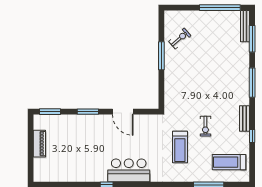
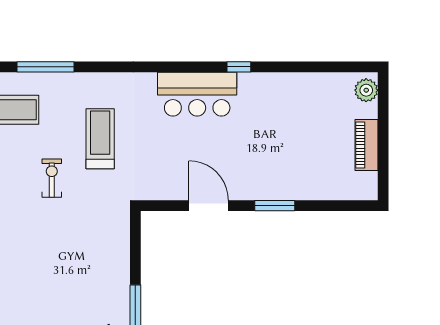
window: (50, 112) -> (346, 206), removed
plant: (40, 172) -> (366, 90), added

